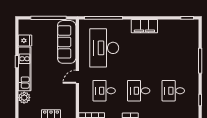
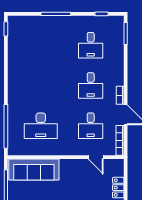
filing cabinet: (144, 26) -> (15, 79), removed
desk: (104, 48) -> (41, 126), width x0.73, depth x0.77
door: (77, 77) -> (96, 157), moved

